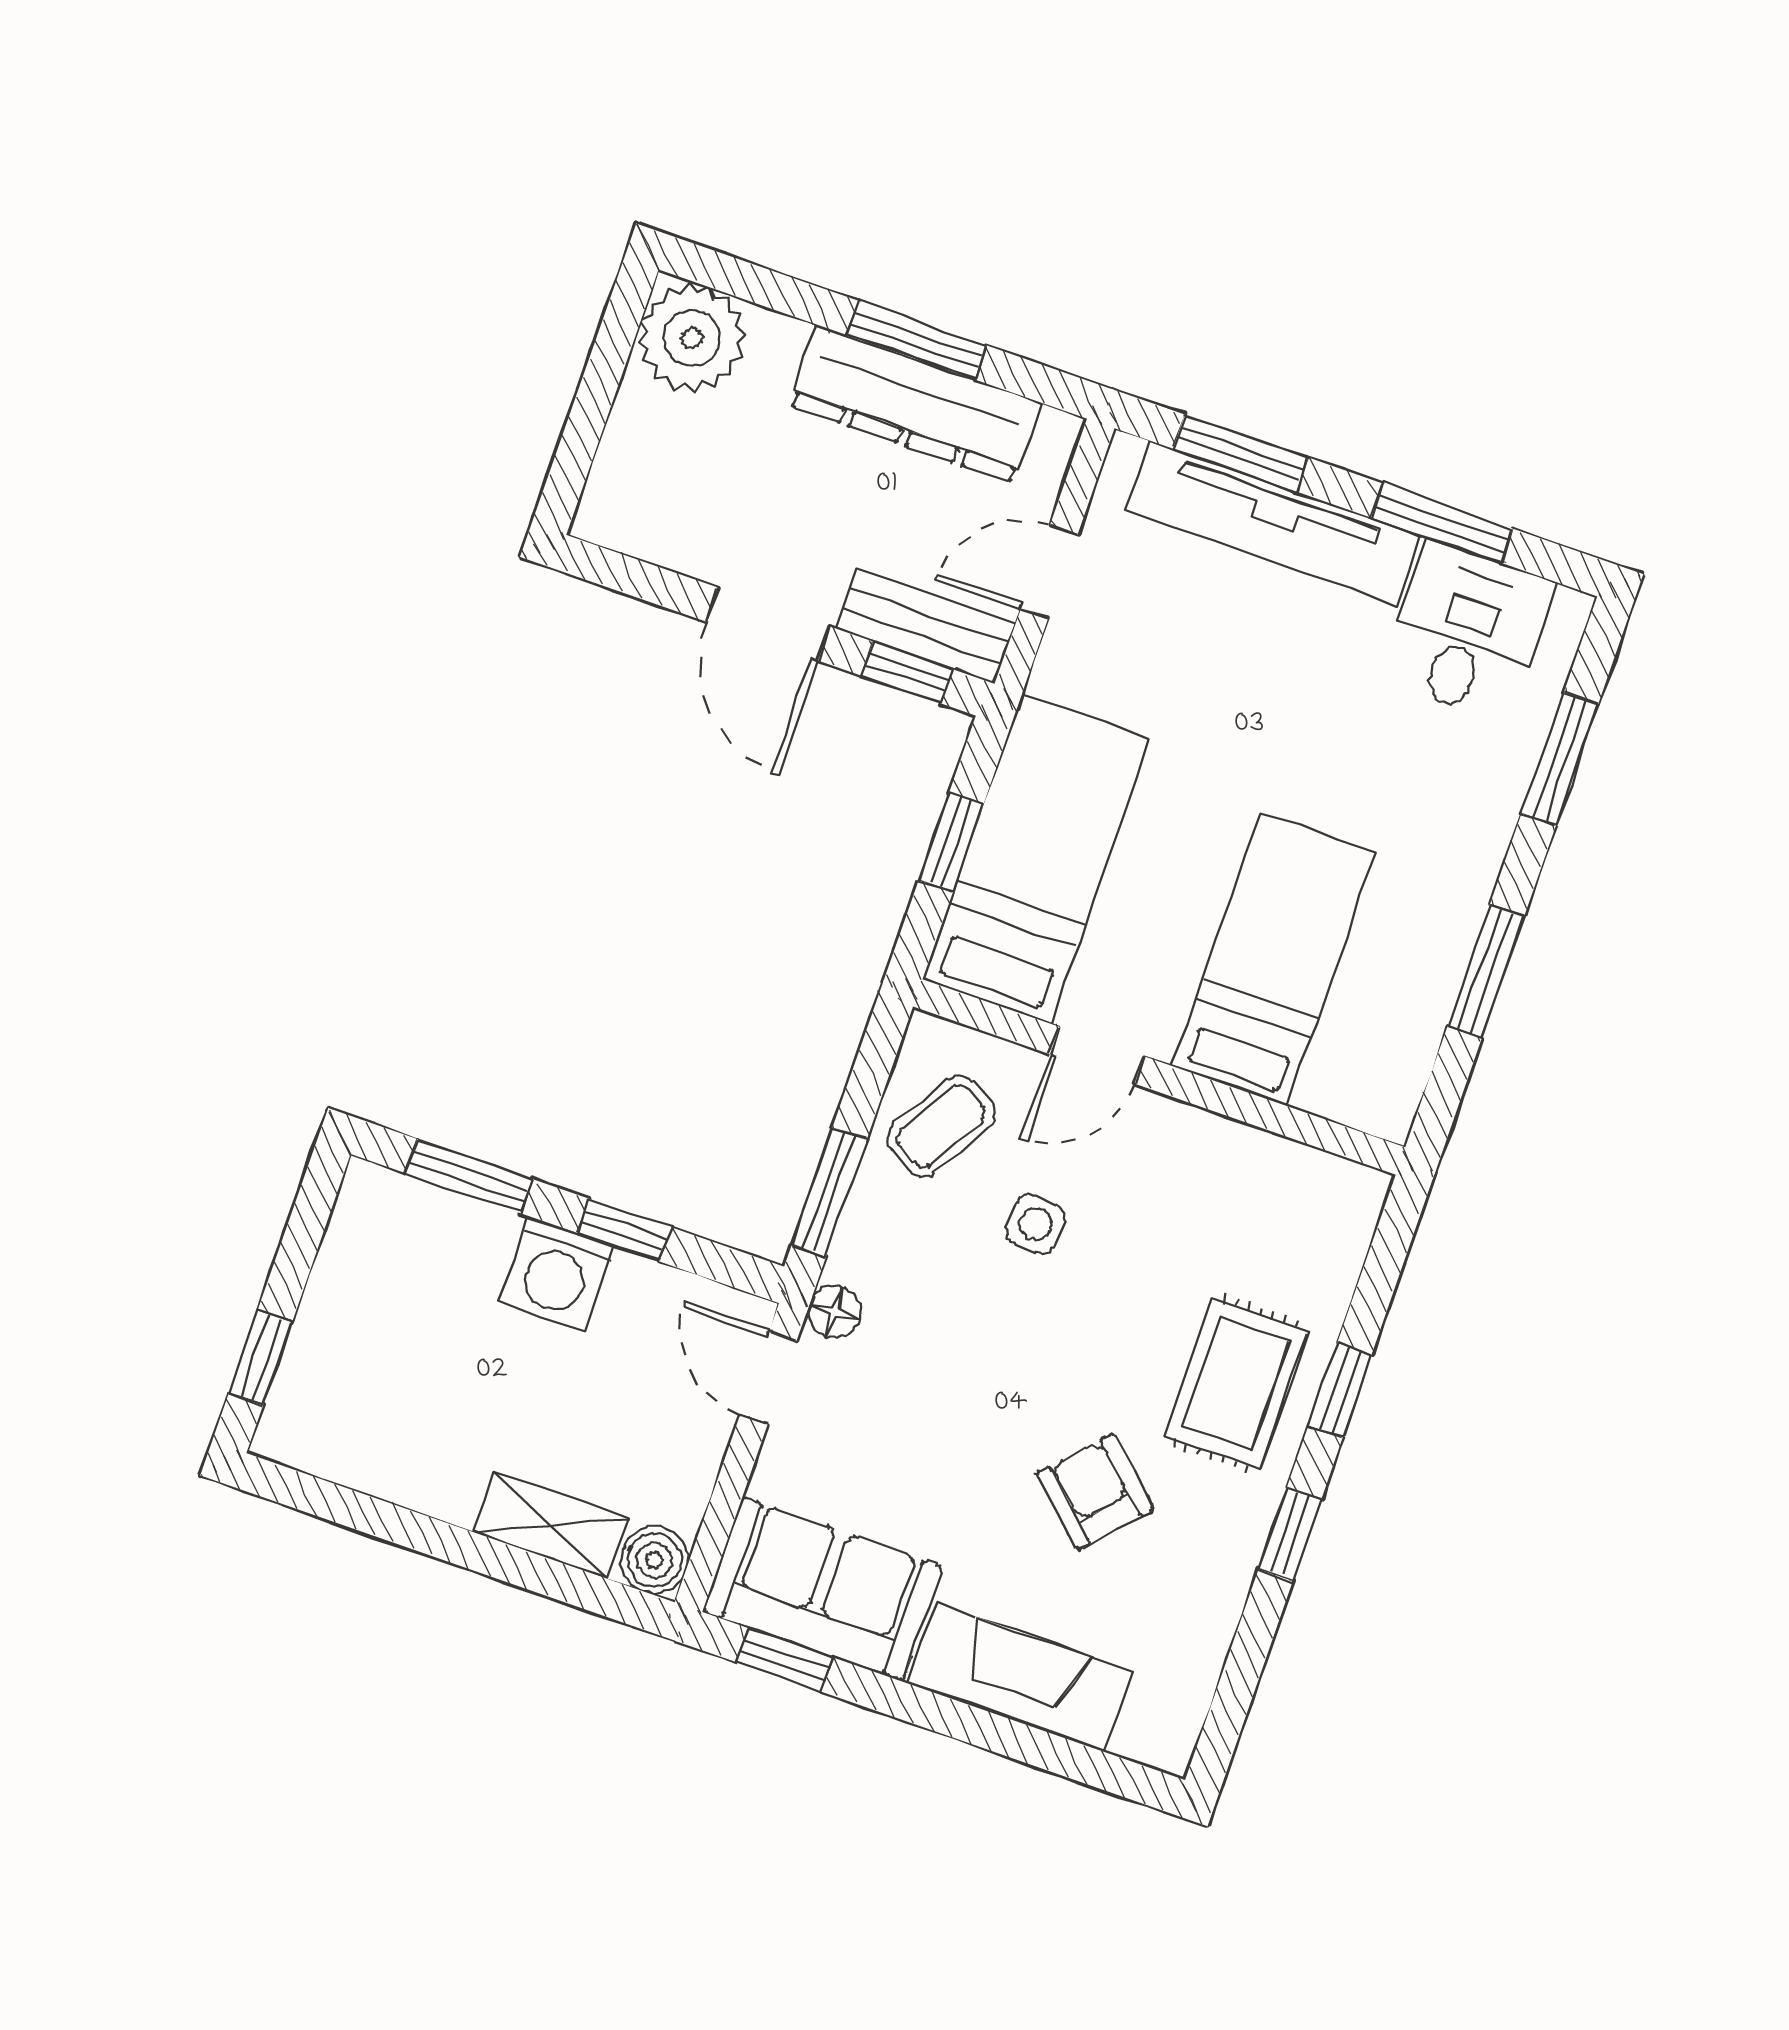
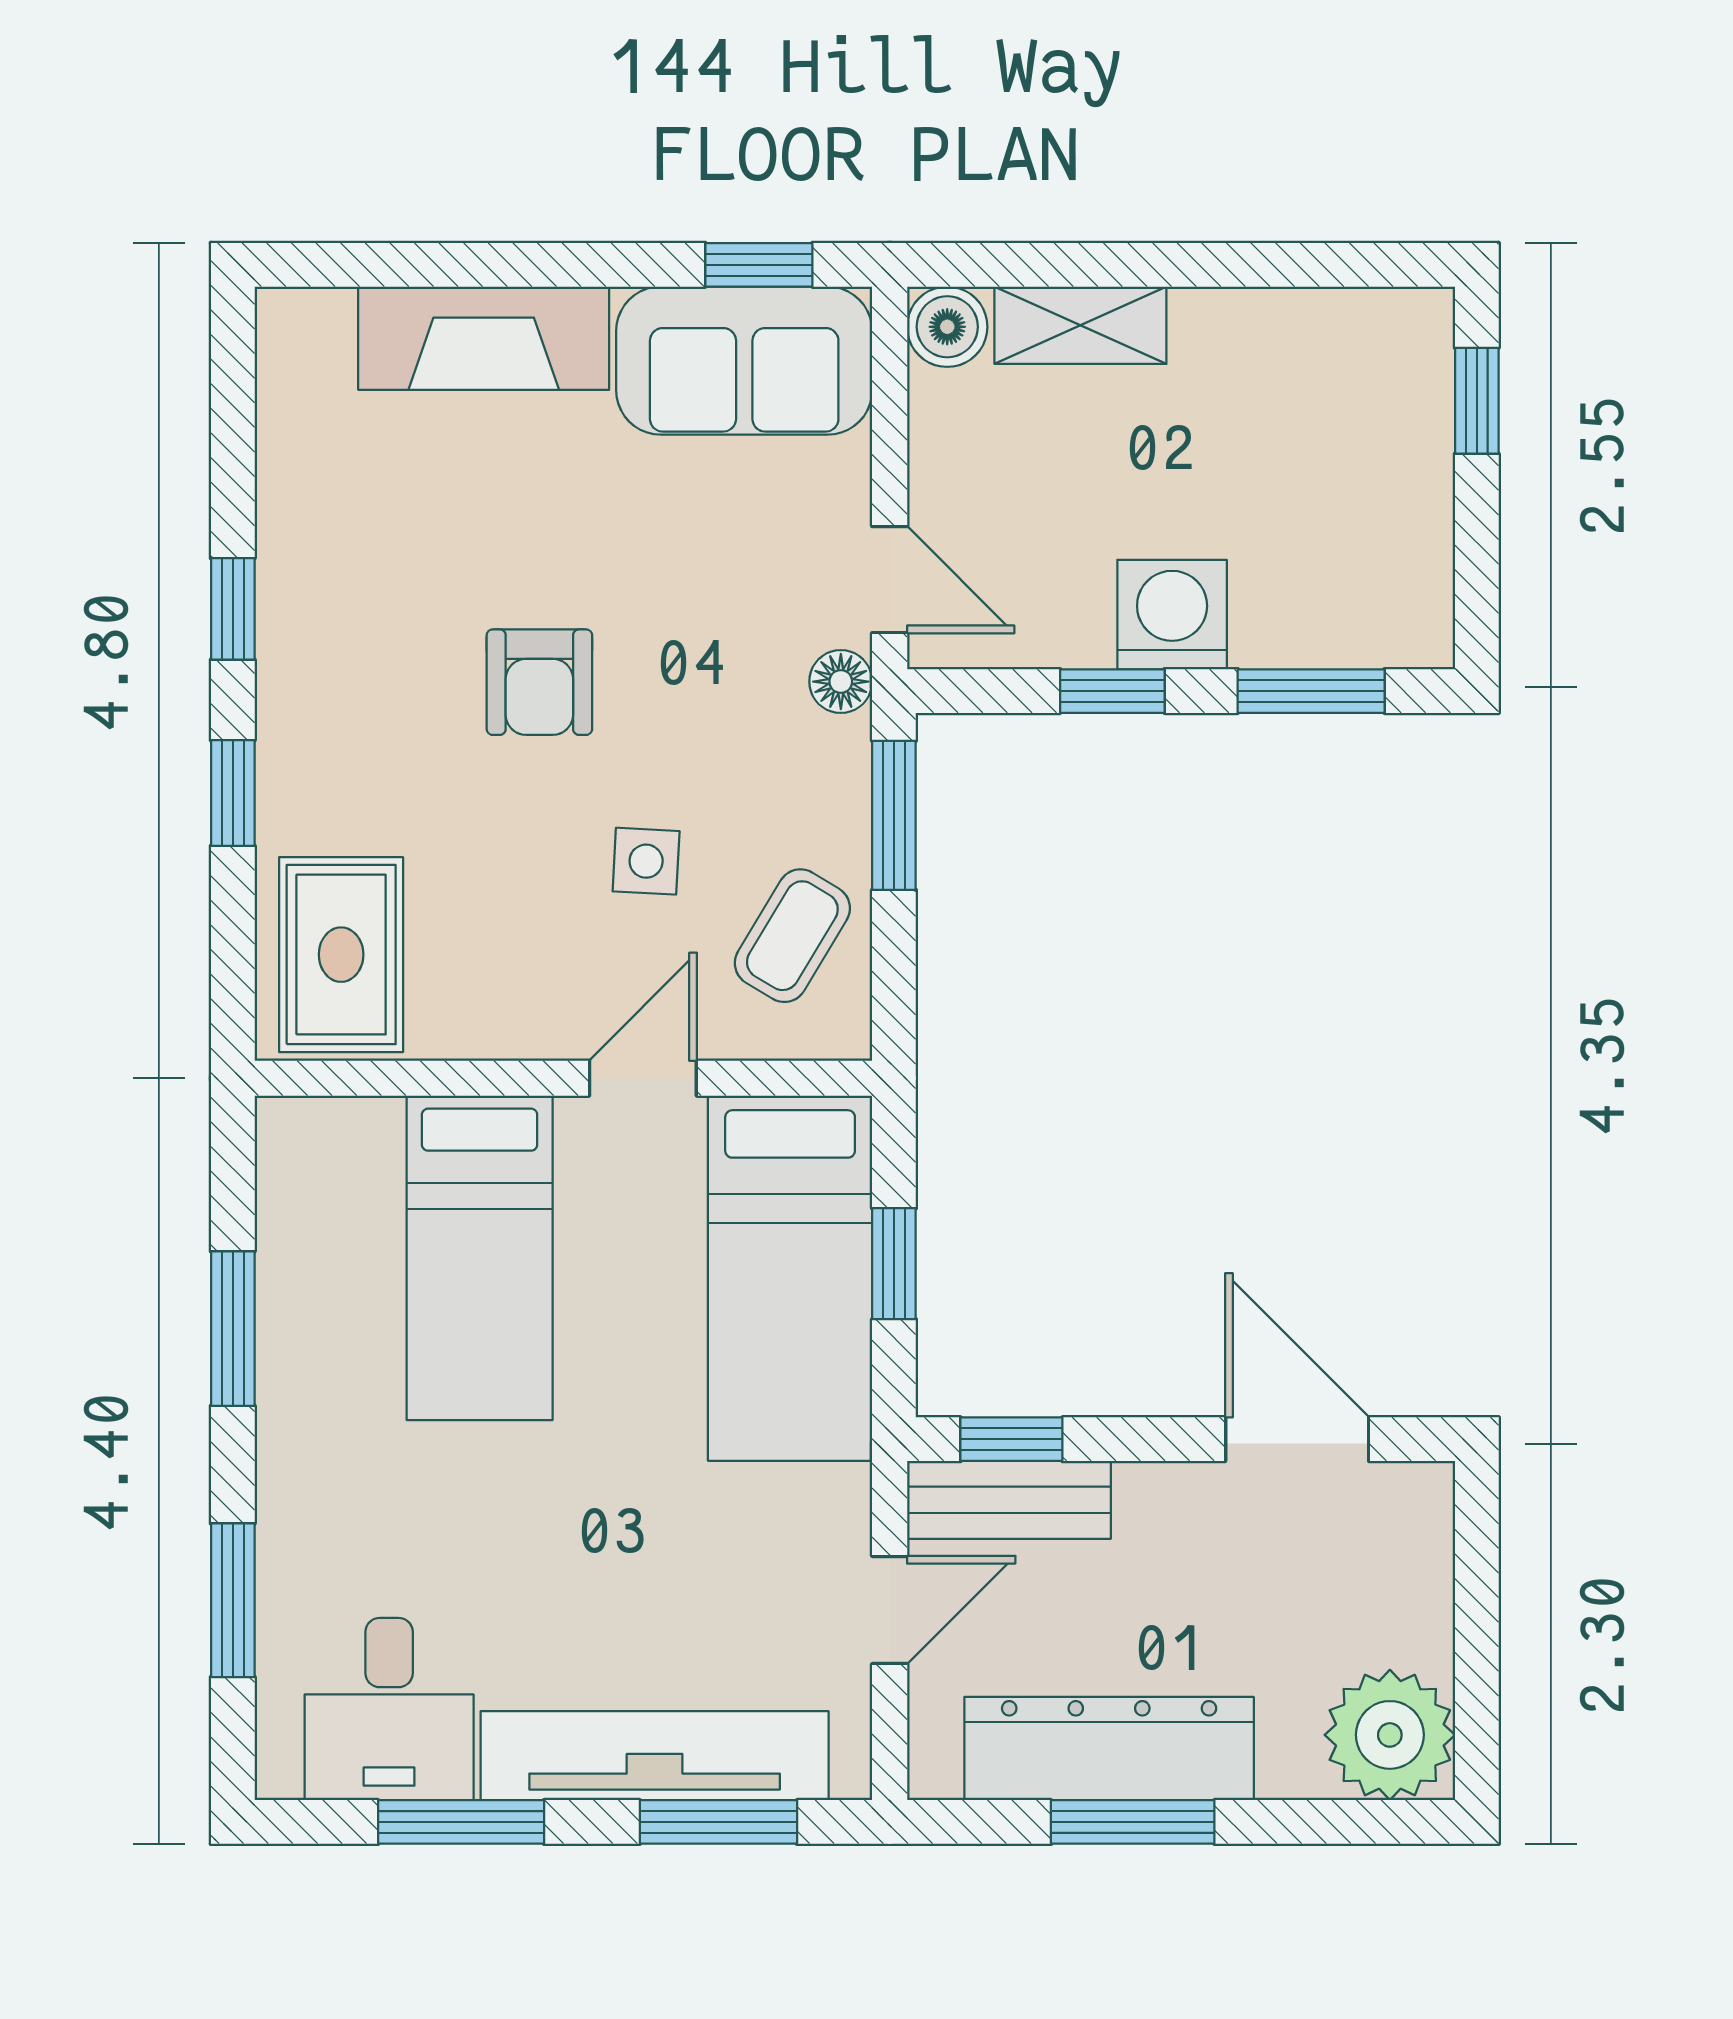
door: (768, 624) -> (1297, 1439), moved
rug: (1236, 1384) -> (341, 955), moved
armchair: (1095, 1491) -> (539, 682), moved, turned 47

